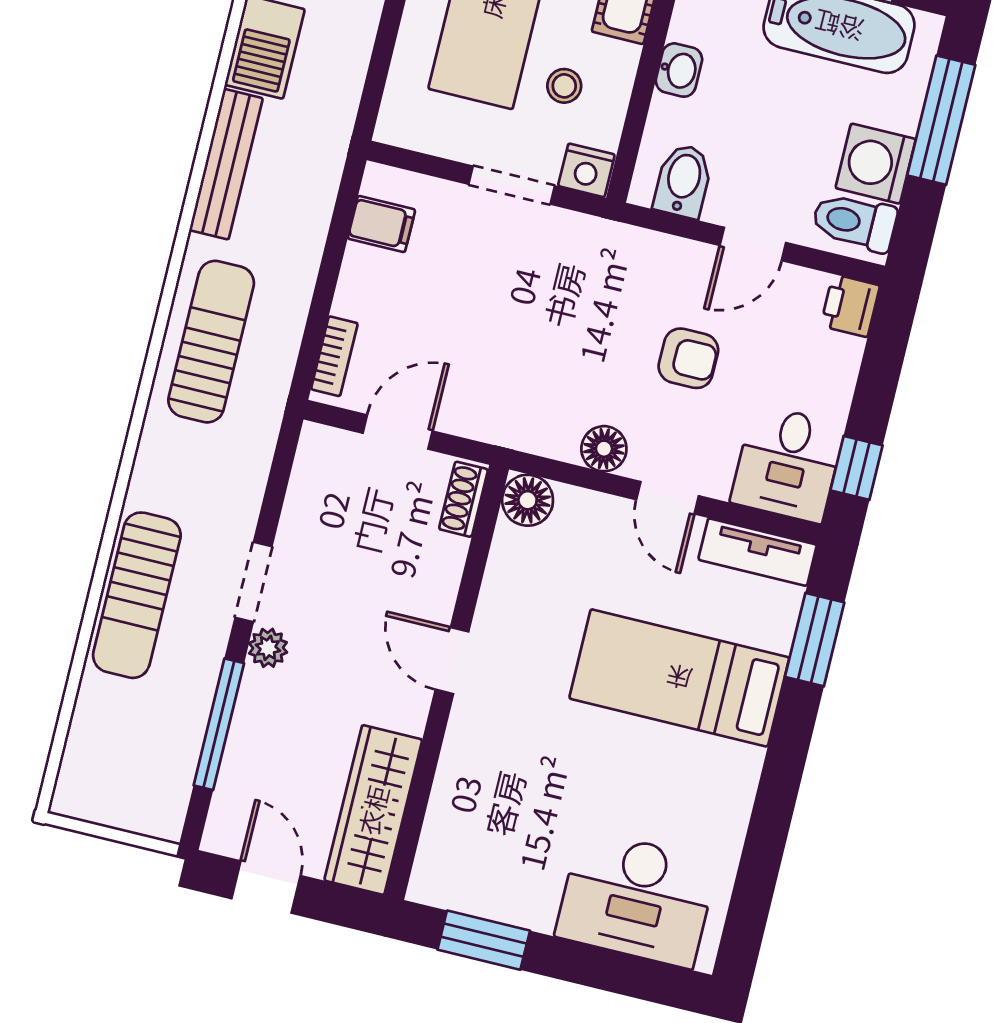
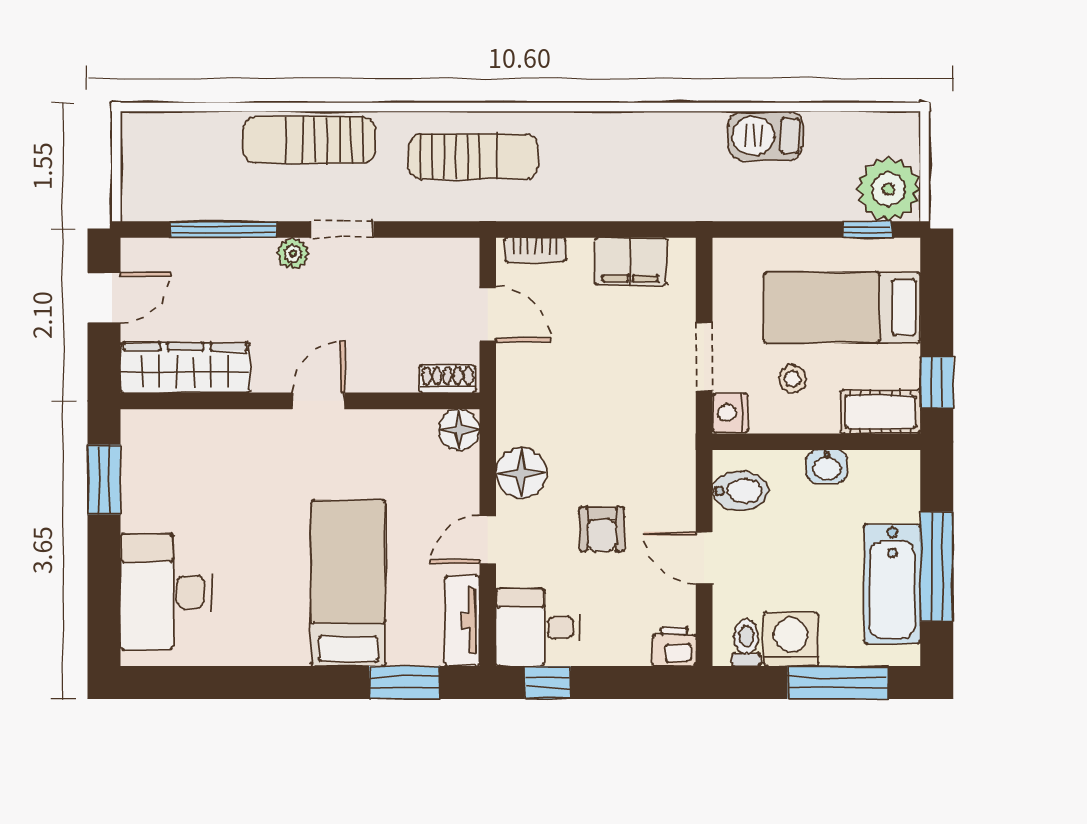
bench: (226, 164) -> (666, 128), removed
toilet: (854, 222) -> (746, 643), width x0.73, depth x0.72
filing cabinet: (381, 224) -> (631, 262), width x2.00
sun lounger: (211, 342) -> (473, 156), moved
floor lamp: (604, 449) -> (521, 473), width x1.38, depth x1.38

